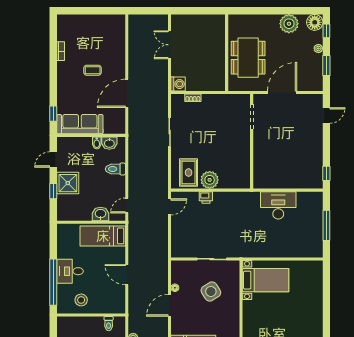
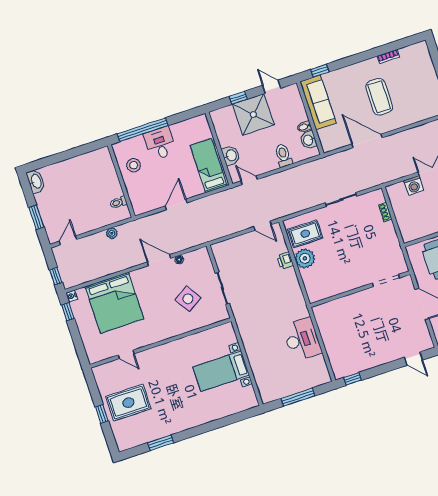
coffee table: (93, 70) -> (379, 97), width x1.86, depth x1.72
washing machine: (178, 84) -> (414, 185), moved
shower: (68, 183) -> (253, 115), width x1.37, depth x1.37
bed with nightstands: (266, 280) -> (221, 371), moved, turned 90

